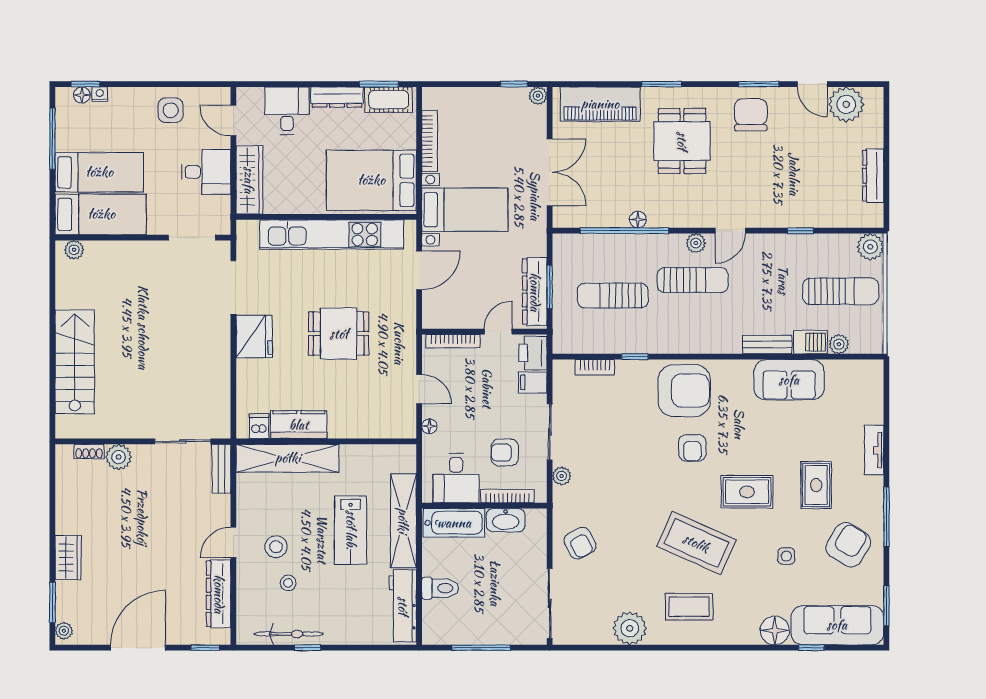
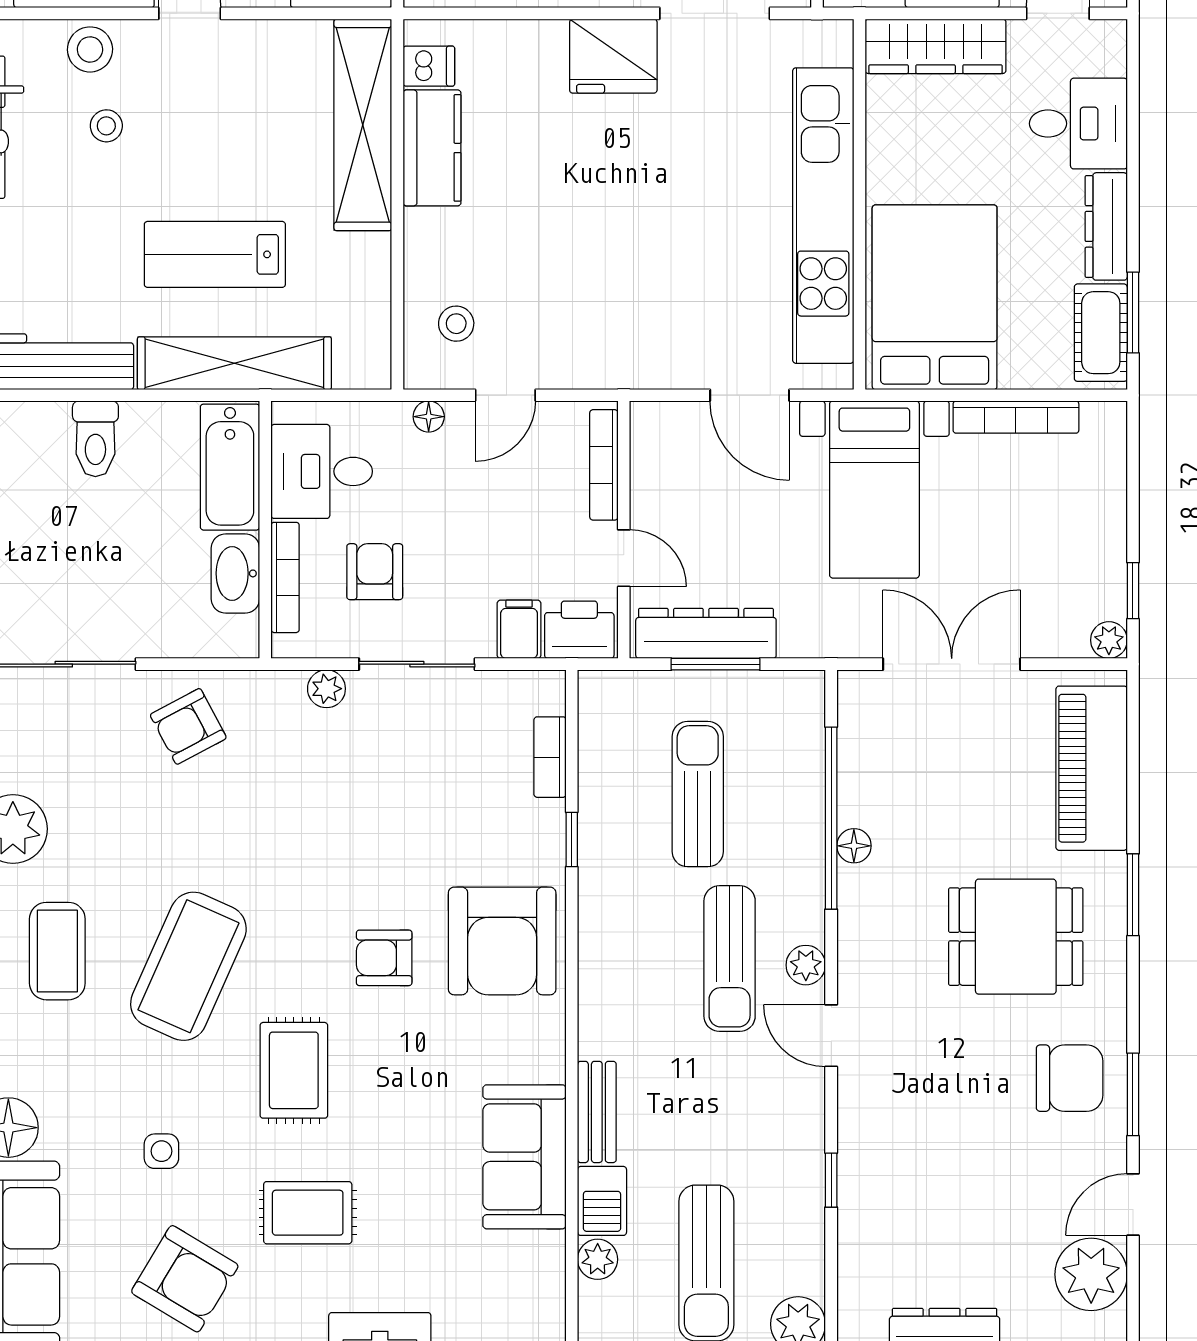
double door: (550, 172) -> (952, 664), swing flipped
dining table: (339, 334) -> (620, 230), removed
stool: (384, 413) -> (456, 324), added
stool: (276, 547) -> (90, 49), moved

